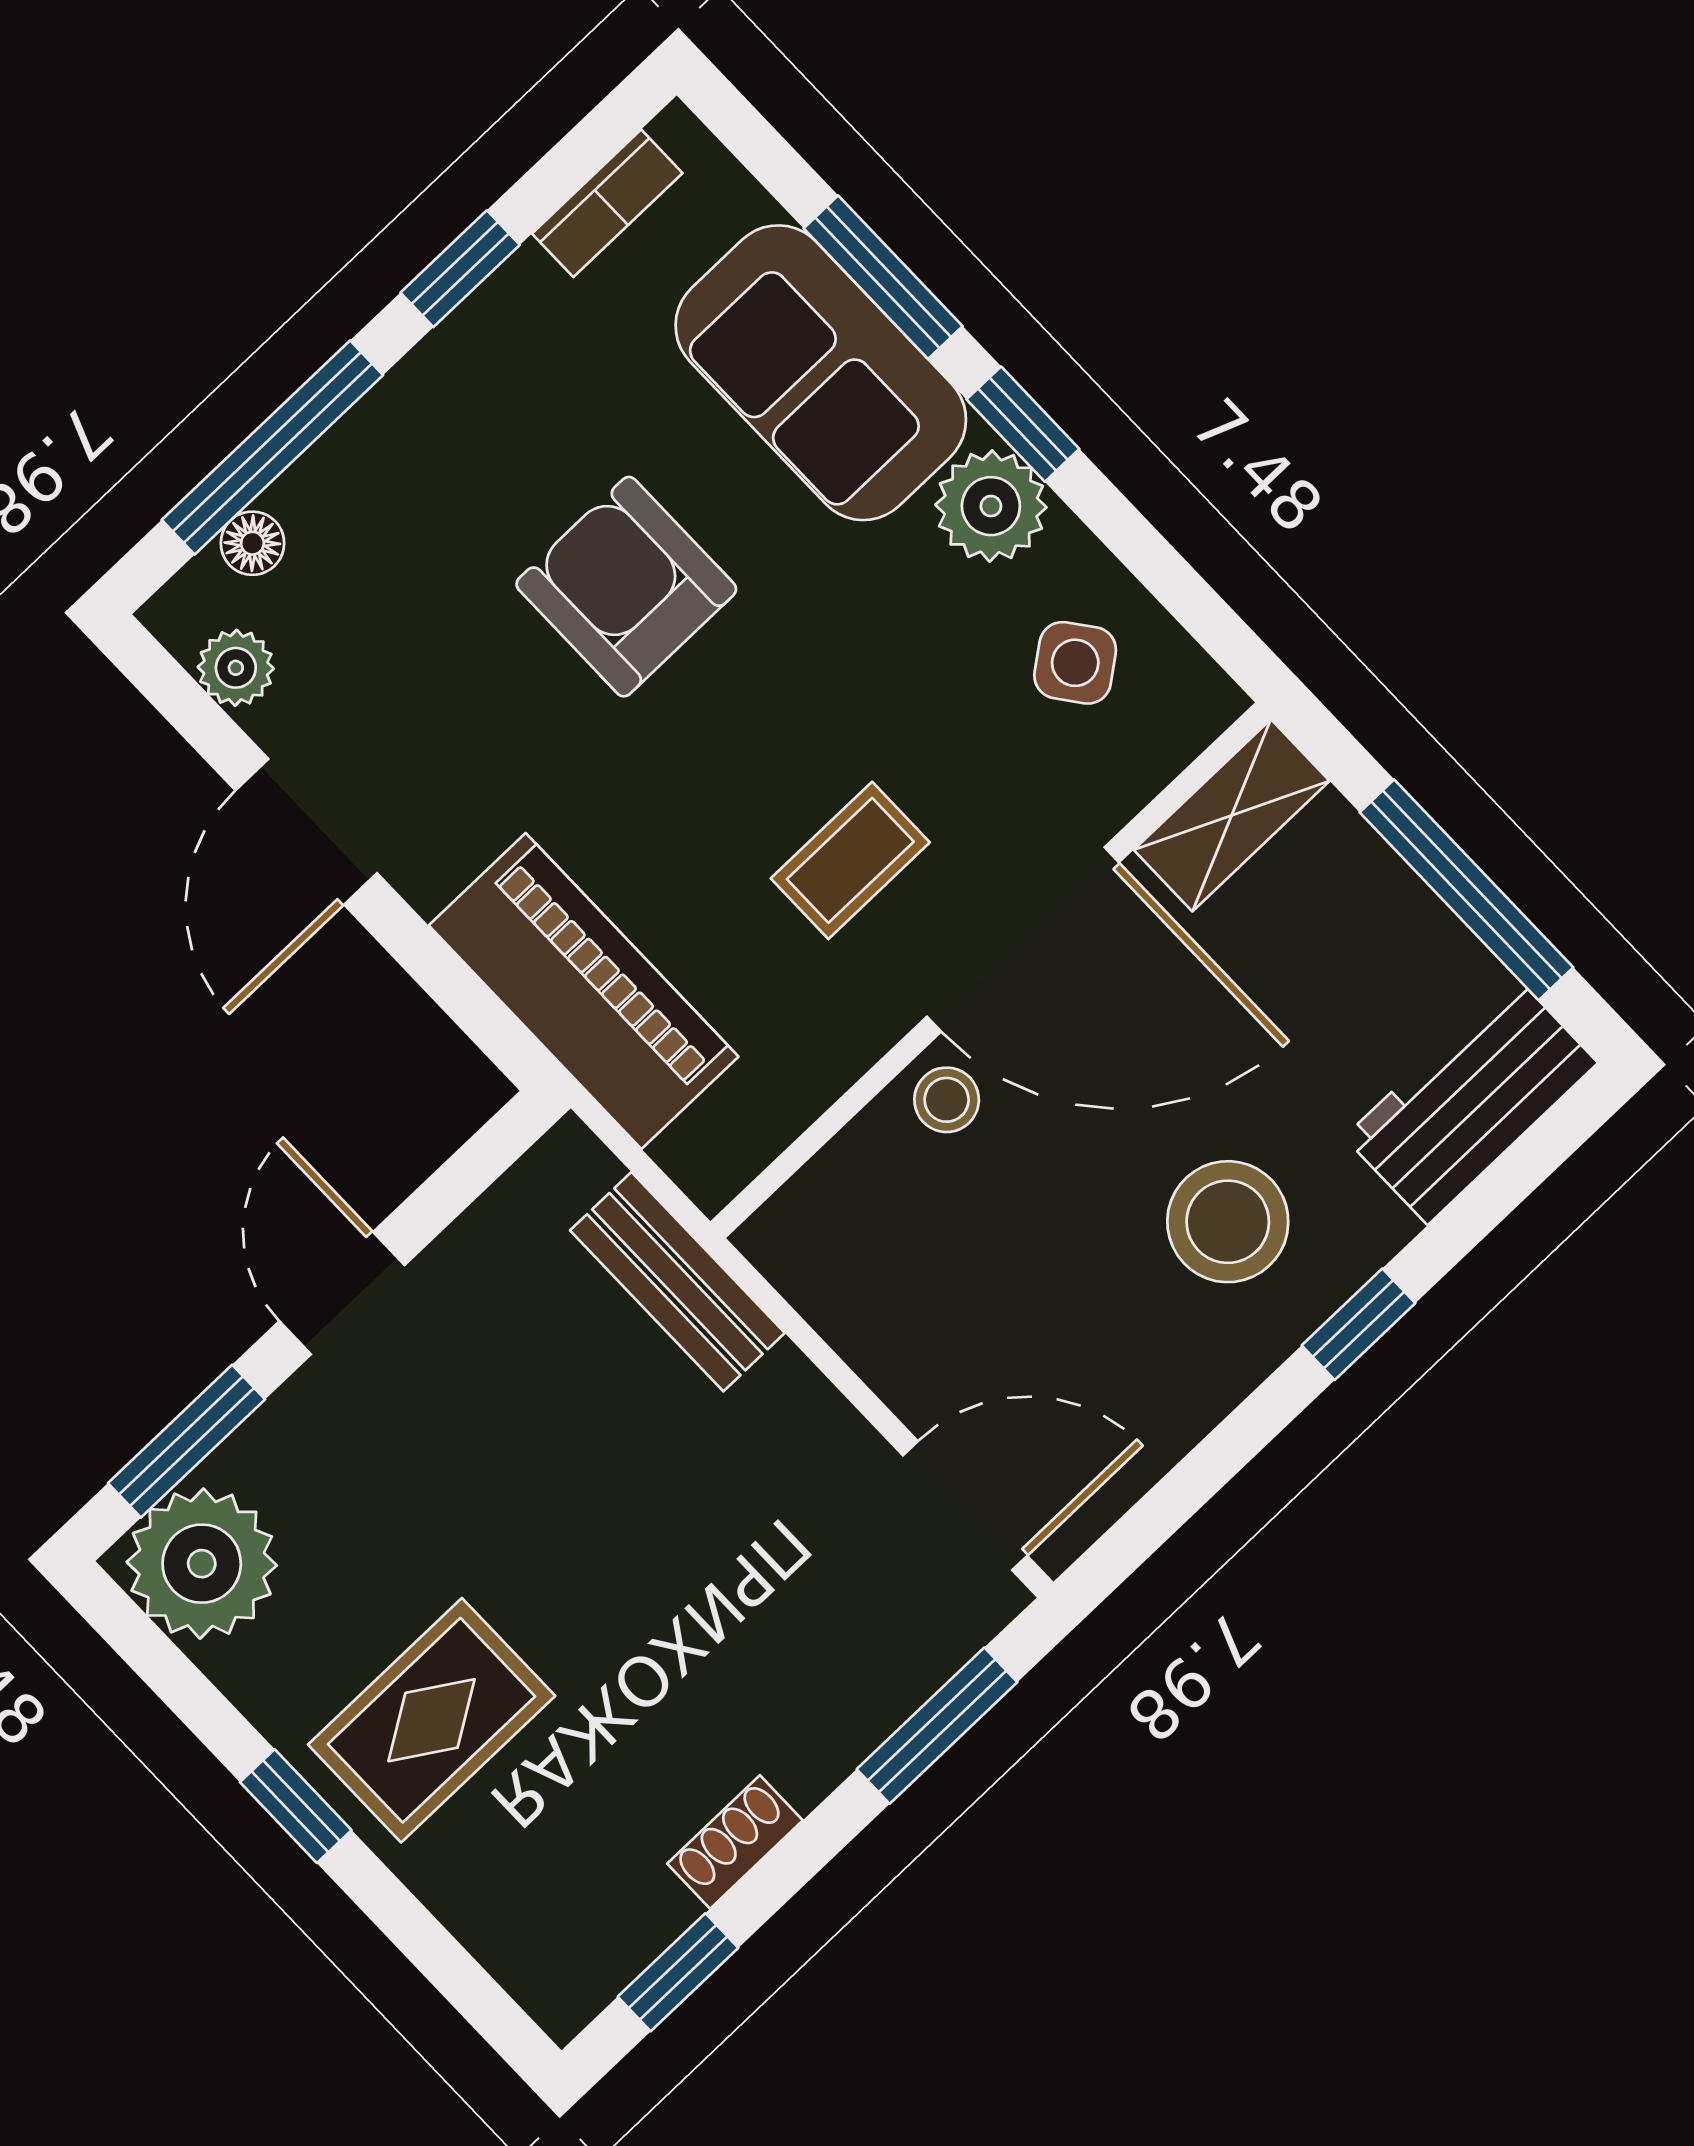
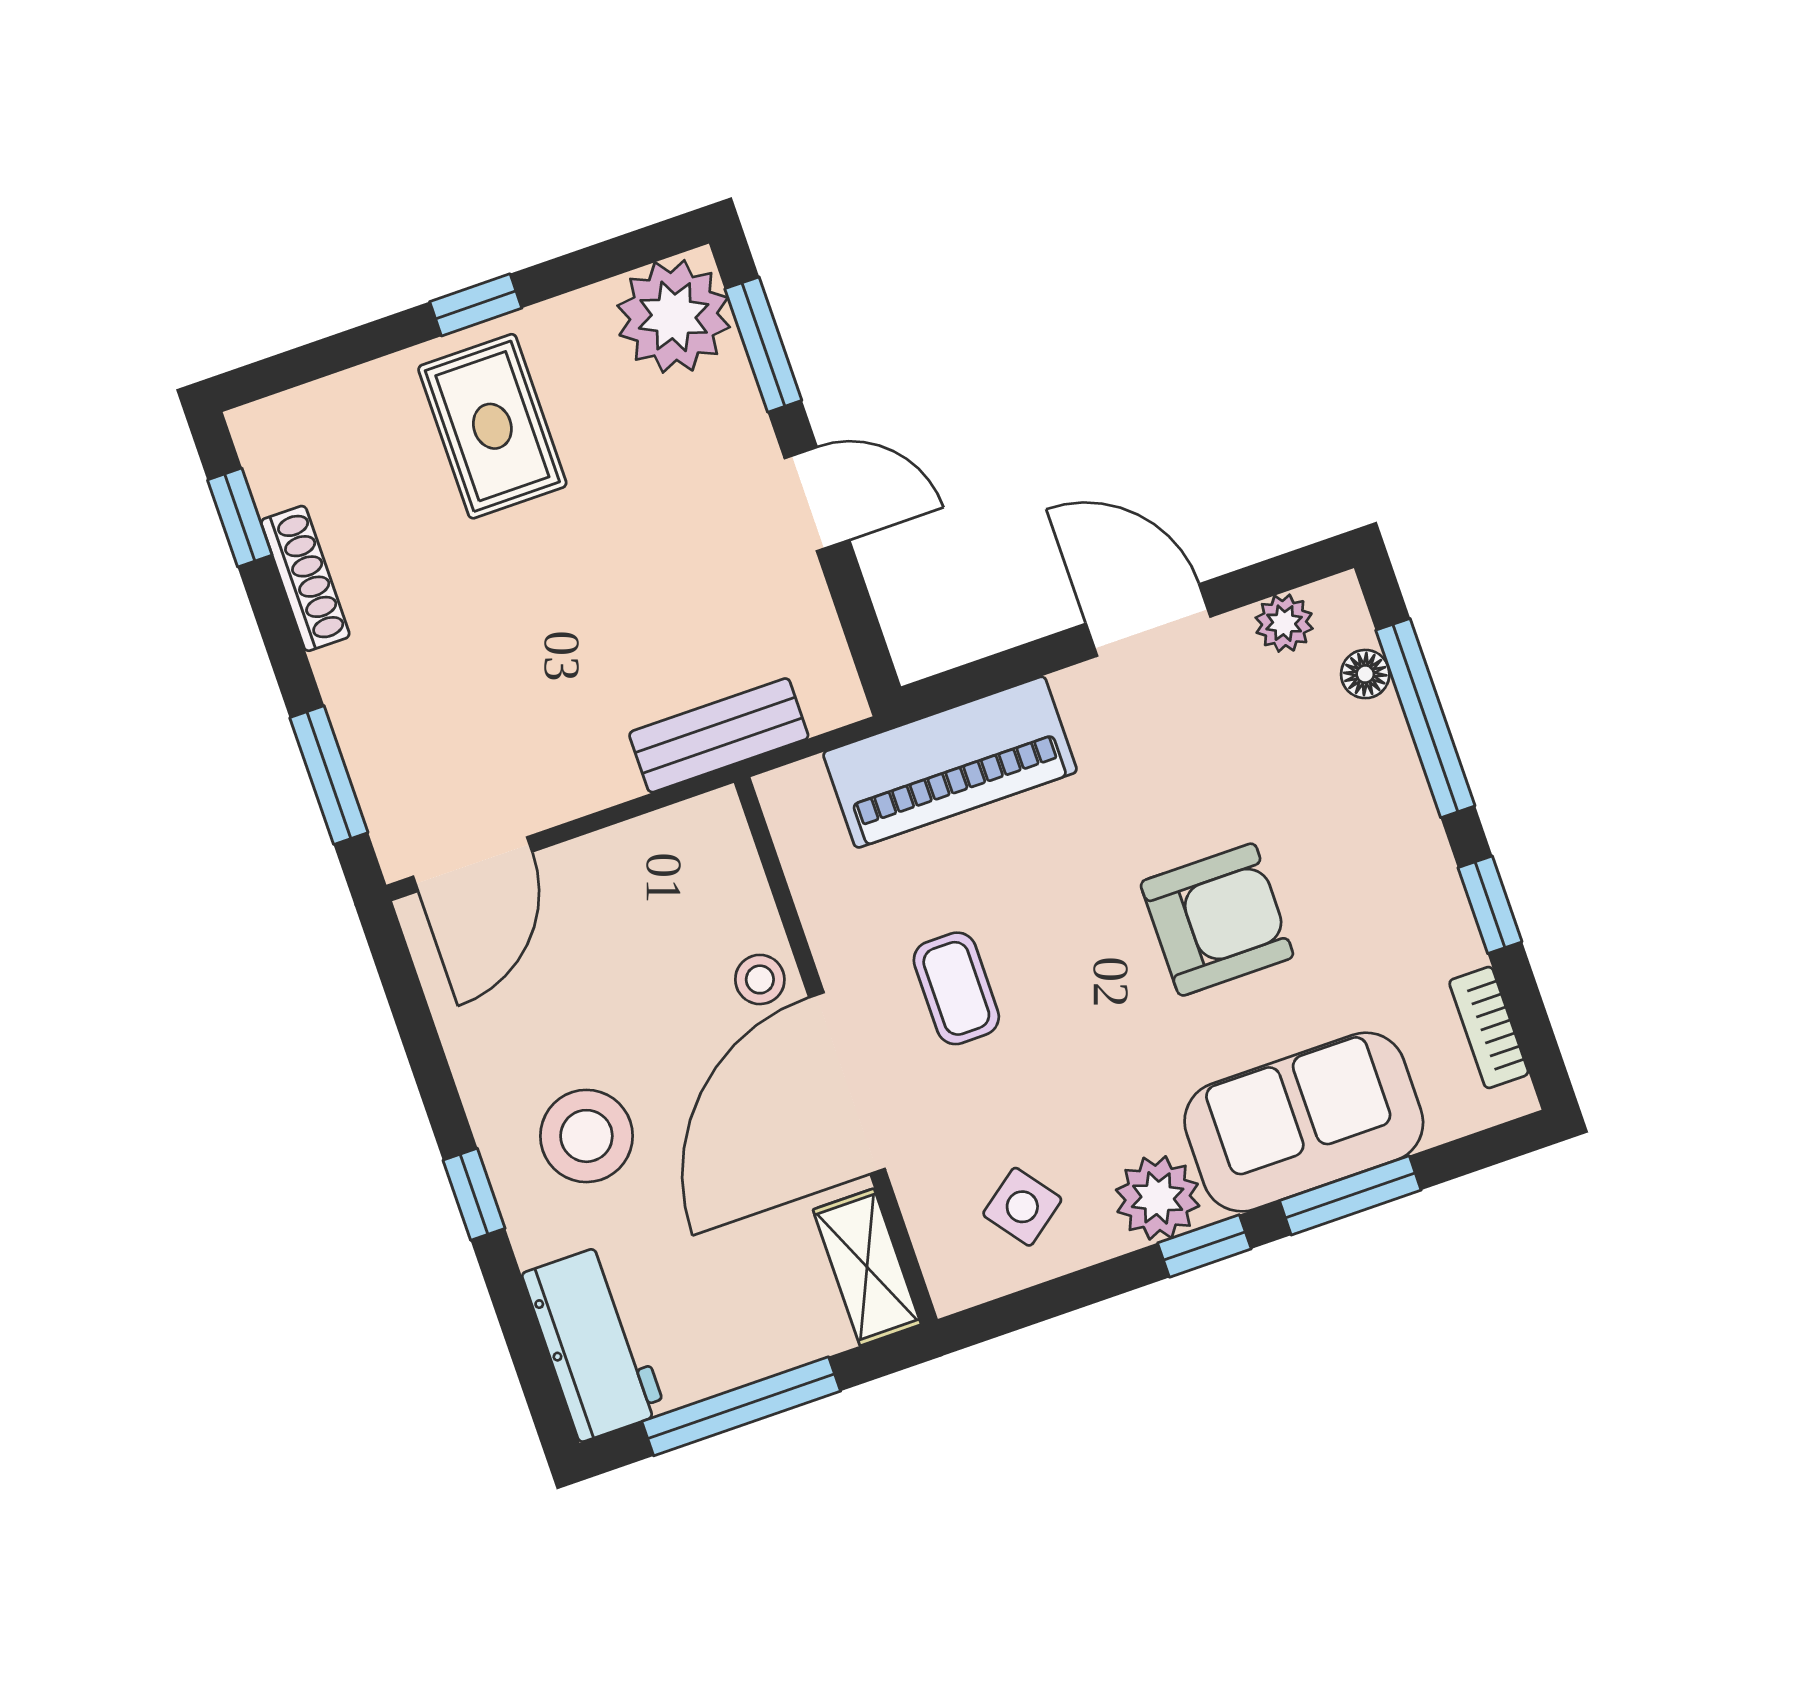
shoe rack: (735, 1842) -> (305, 578), width x1.43

